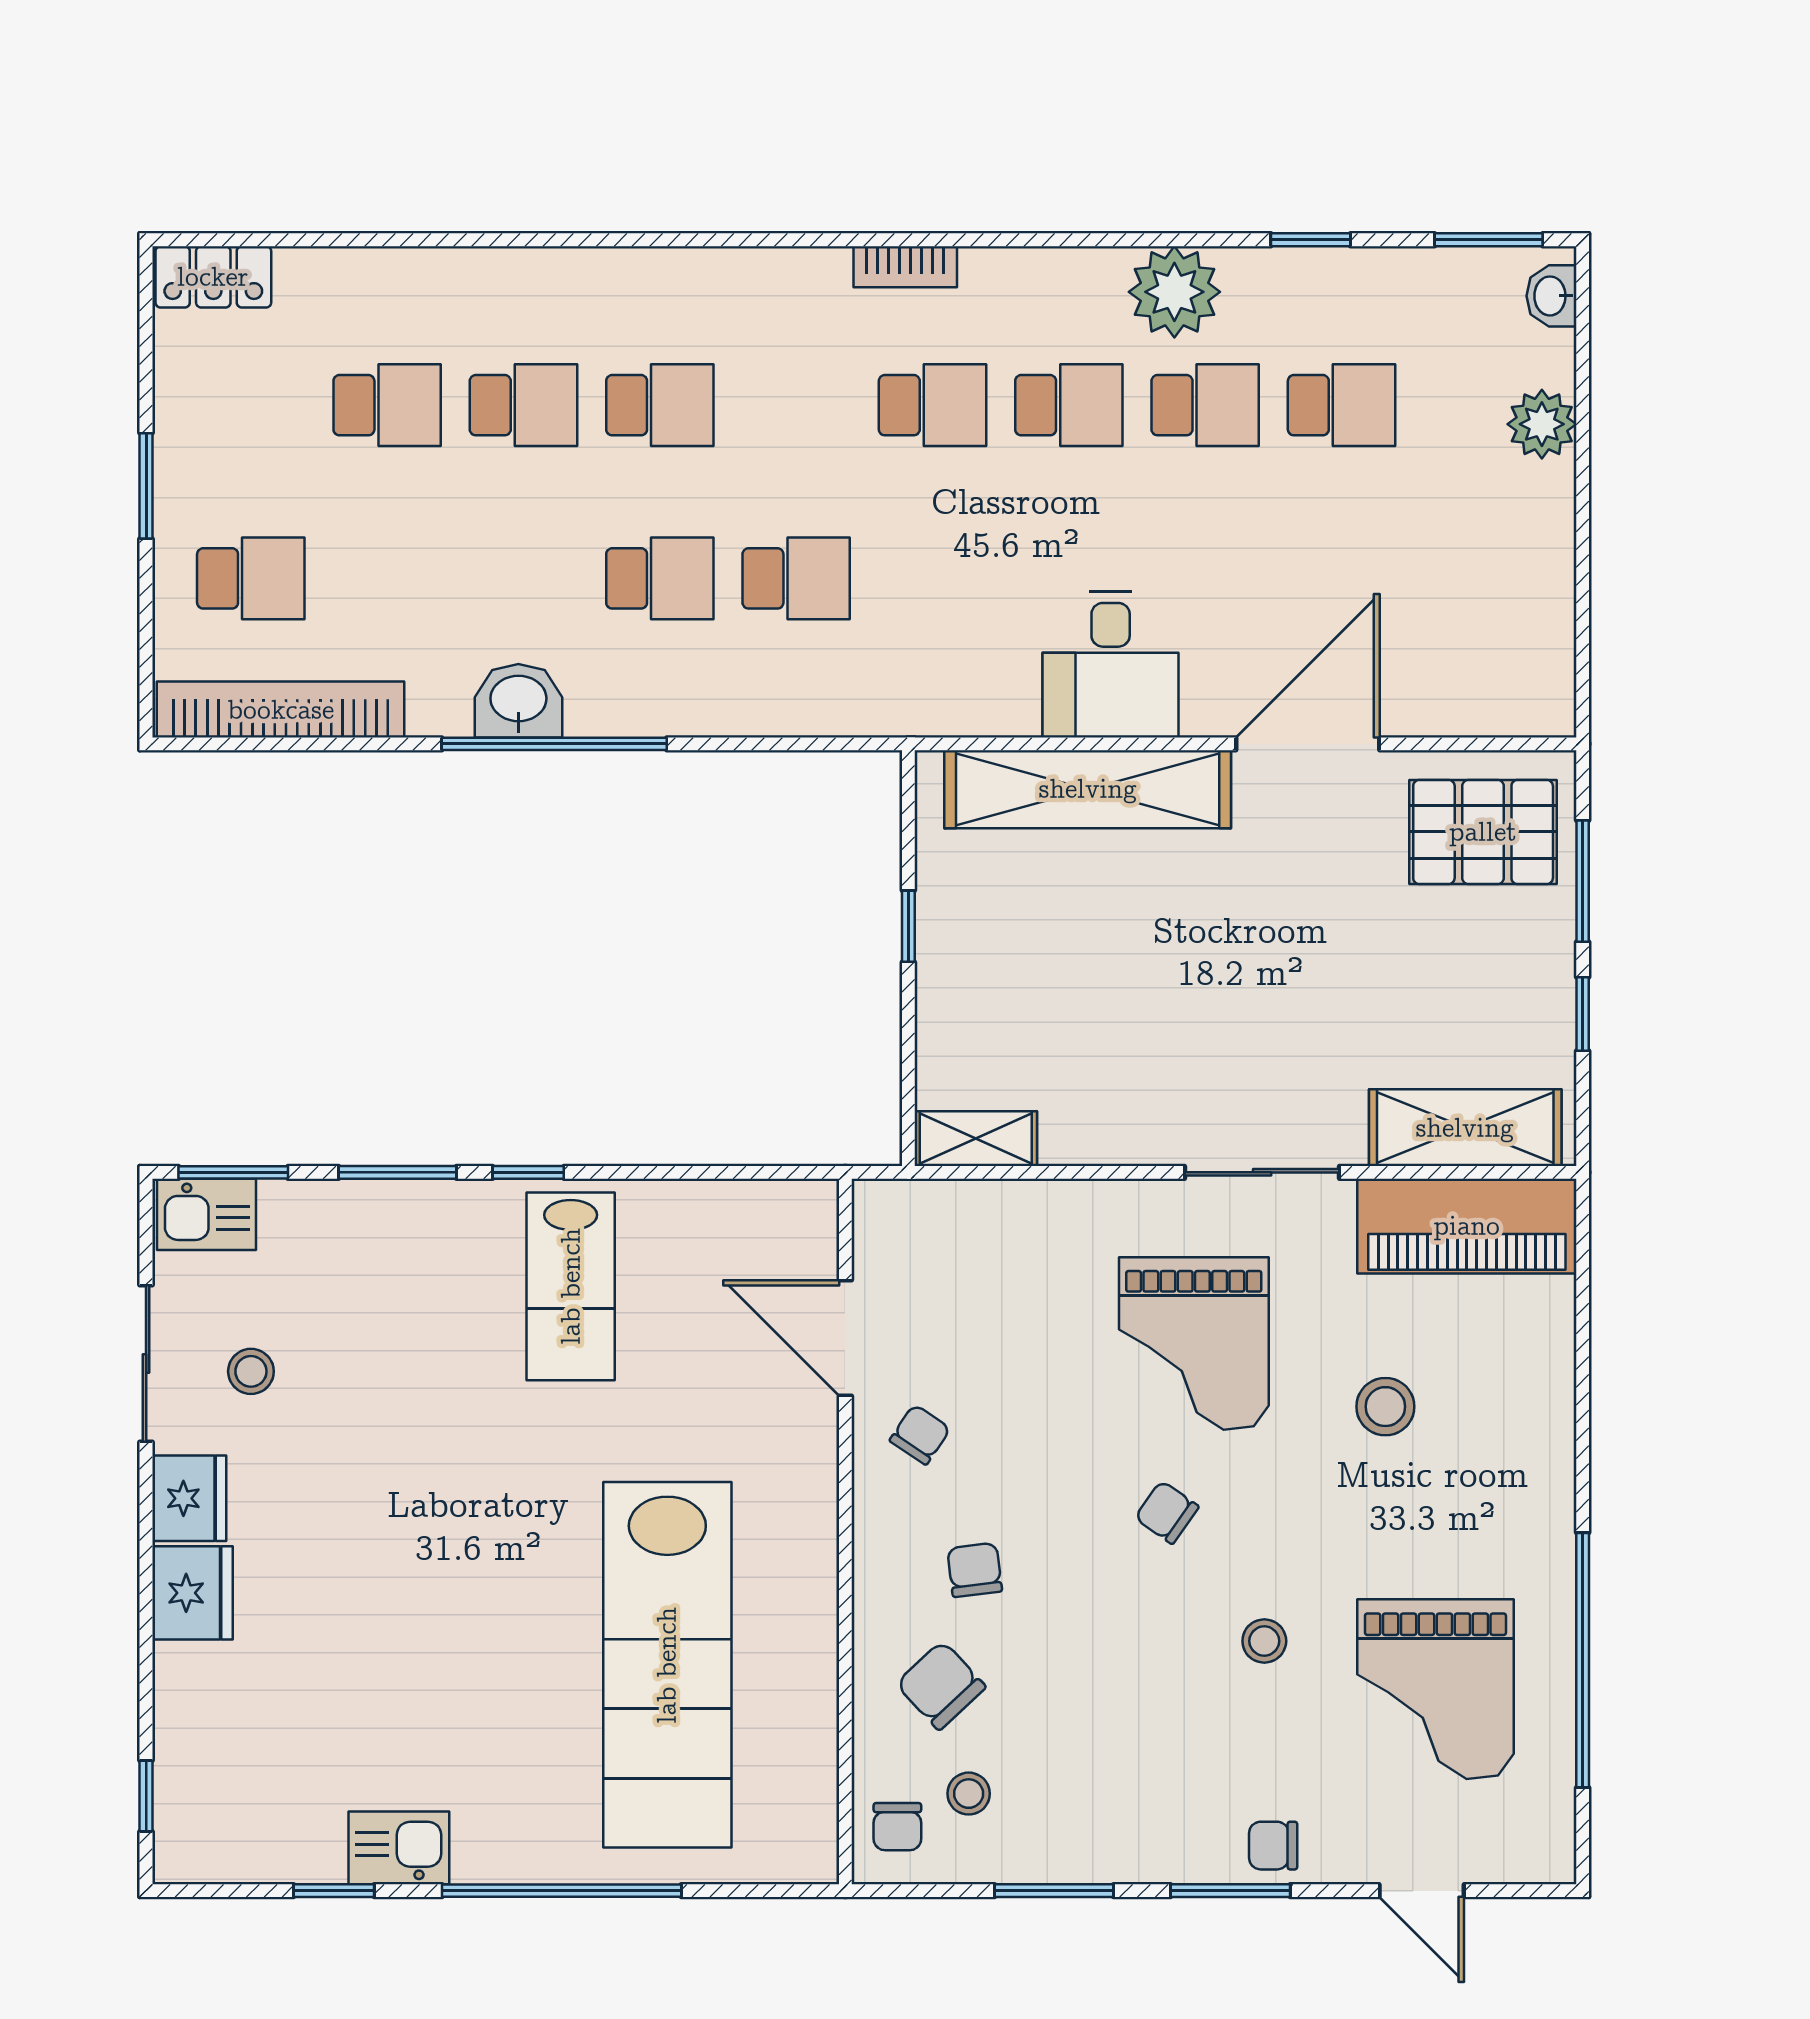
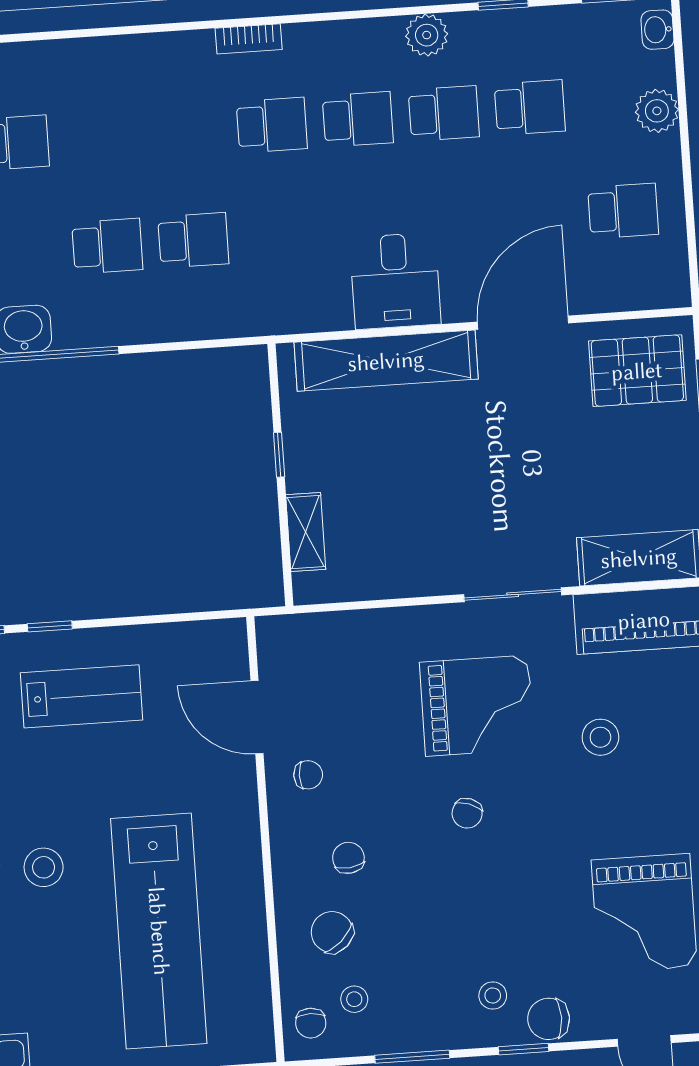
plant: (1174, 292) -> (427, 35), width x0.73, depth x0.73
school desk: (660, 405) -> (623, 211), moved
shelving: (976, 1139) -> (306, 532), moved, turned 90
lab bench: (571, 1286) -> (81, 696), turned -90
grand piano: (1194, 1343) -> (477, 706), turned -90
chair: (920, 1435) -> (308, 775), turned 56
chair: (1167, 1512) -> (467, 813), turned -105
stool: (492, 1552) -> (44, 867), added
stool: (1264, 1641) -> (493, 996), moved
chair: (1273, 1846) -> (549, 1019), width x1.37, depth x1.37
window: (1230, 1891) -> (524, 1049), width x0.67

